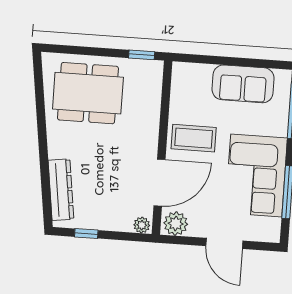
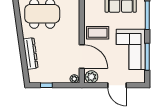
door: (160, 183) -> (82, 57), hinge flipped
dresser: (61, 190) -> (30, 53), moved

